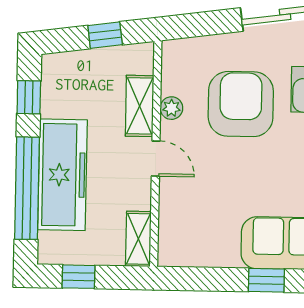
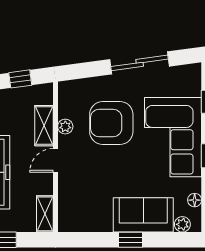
armchair: (241, 104) -> (111, 123), turned -90
door: (156, 159) -> (55, 160), swing flipped

